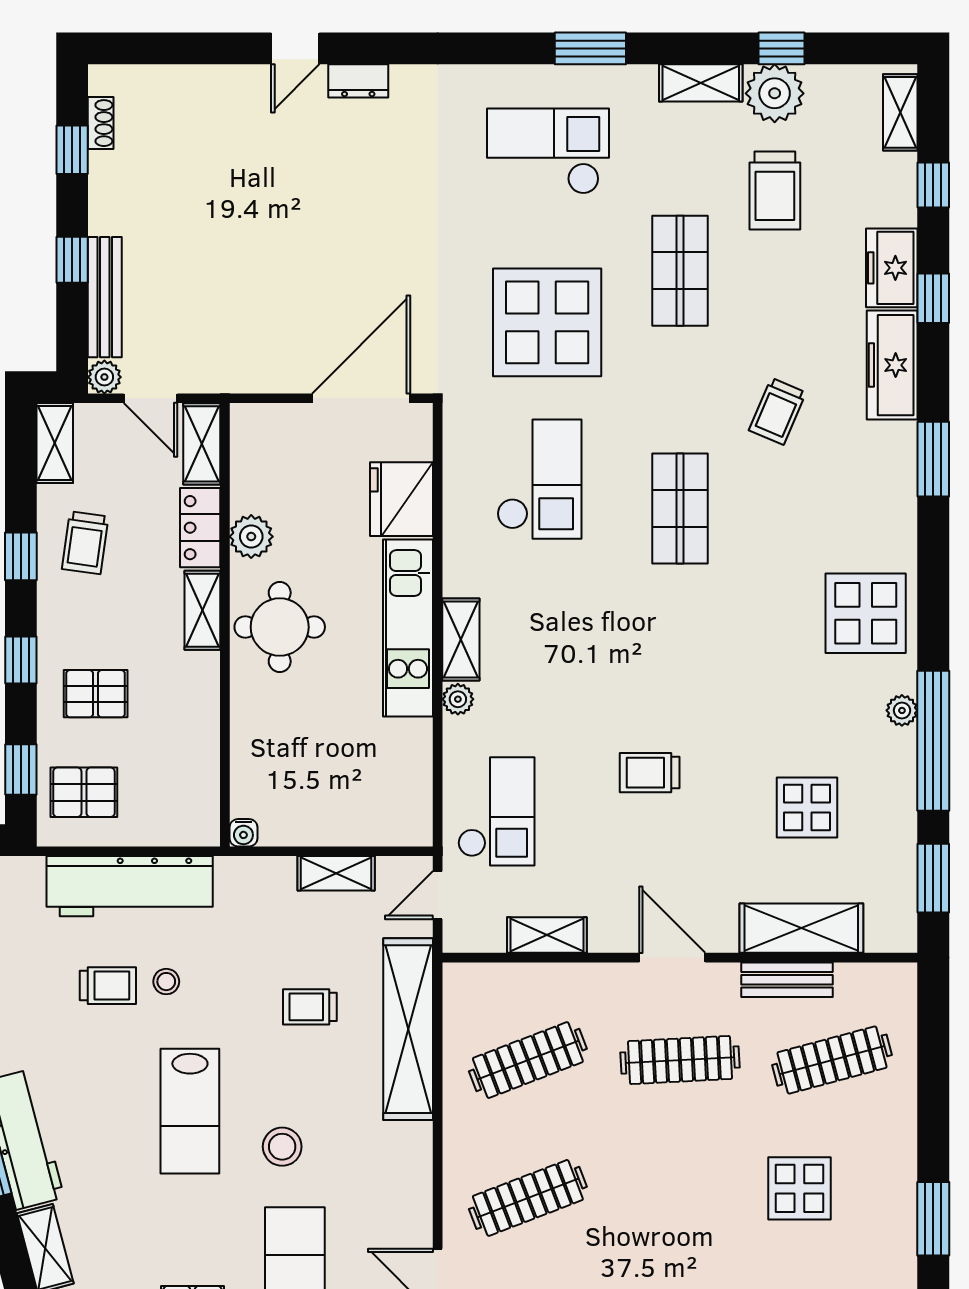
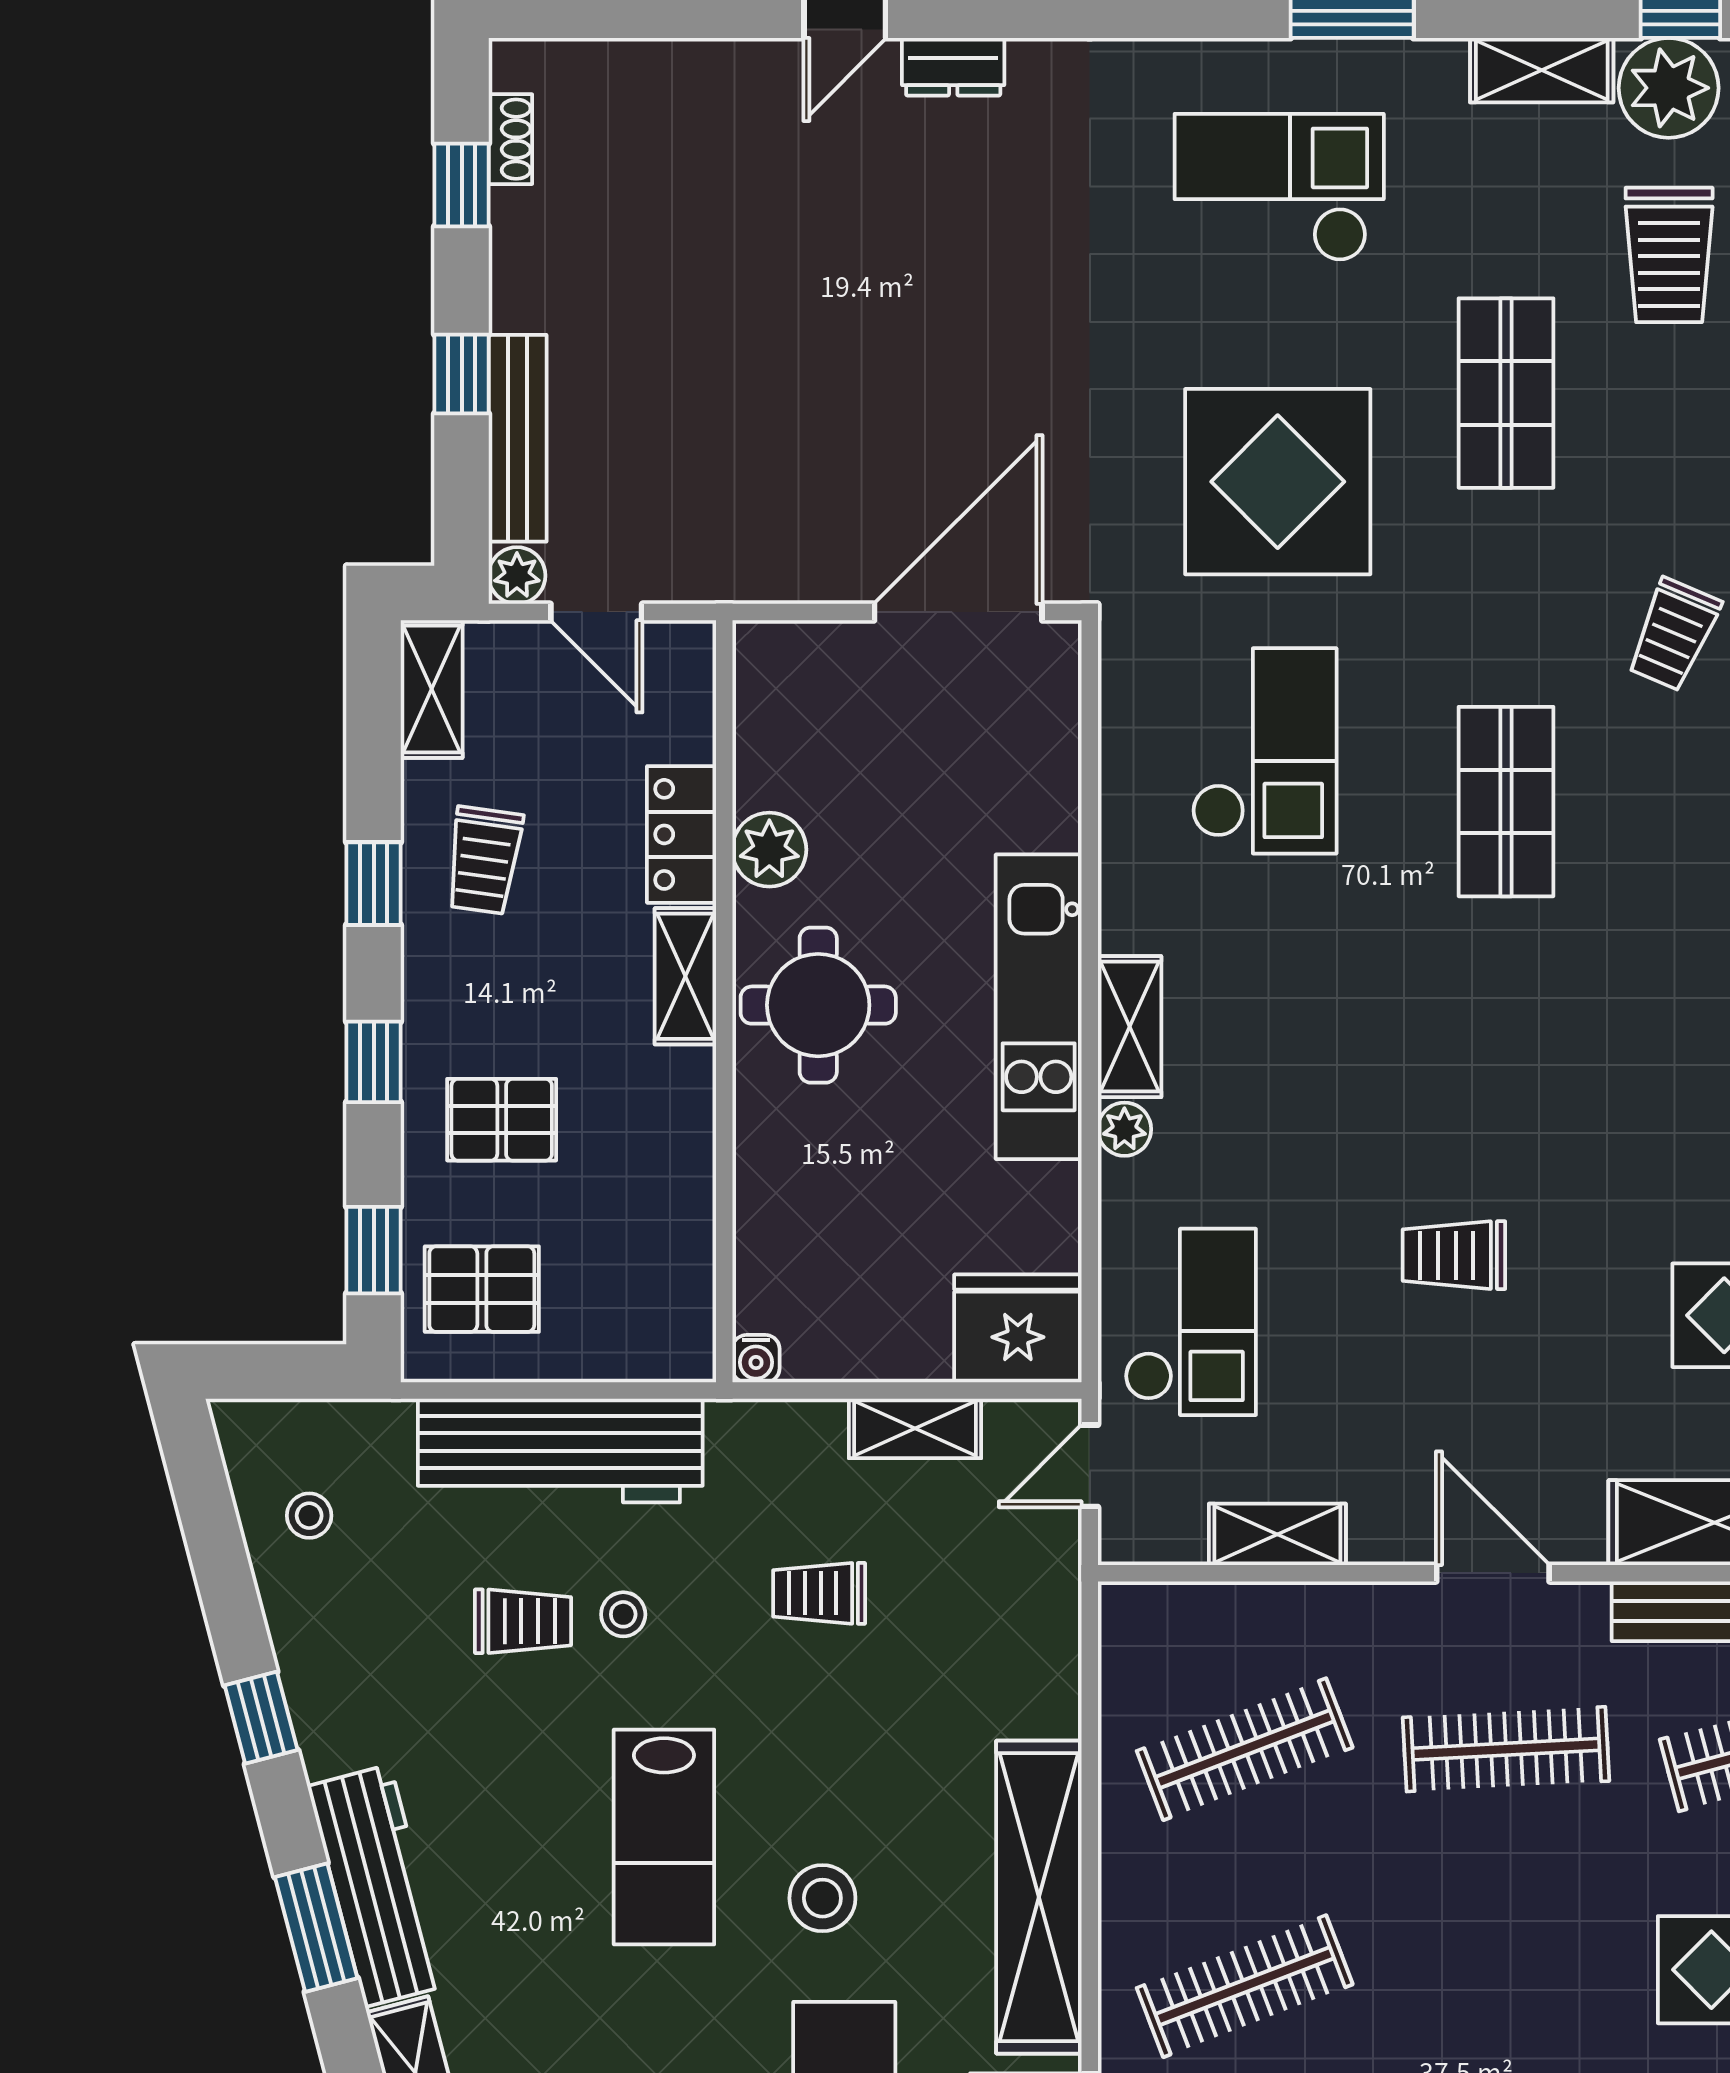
shelving: (202, 444) -> (684, 690), removed
fridge: (402, 499) -> (1018, 1328), moved, turned 90
trolley: (310, 1007) -> (819, 1593), moved
shelving: (408, 1029) -> (1039, 1897), moved

